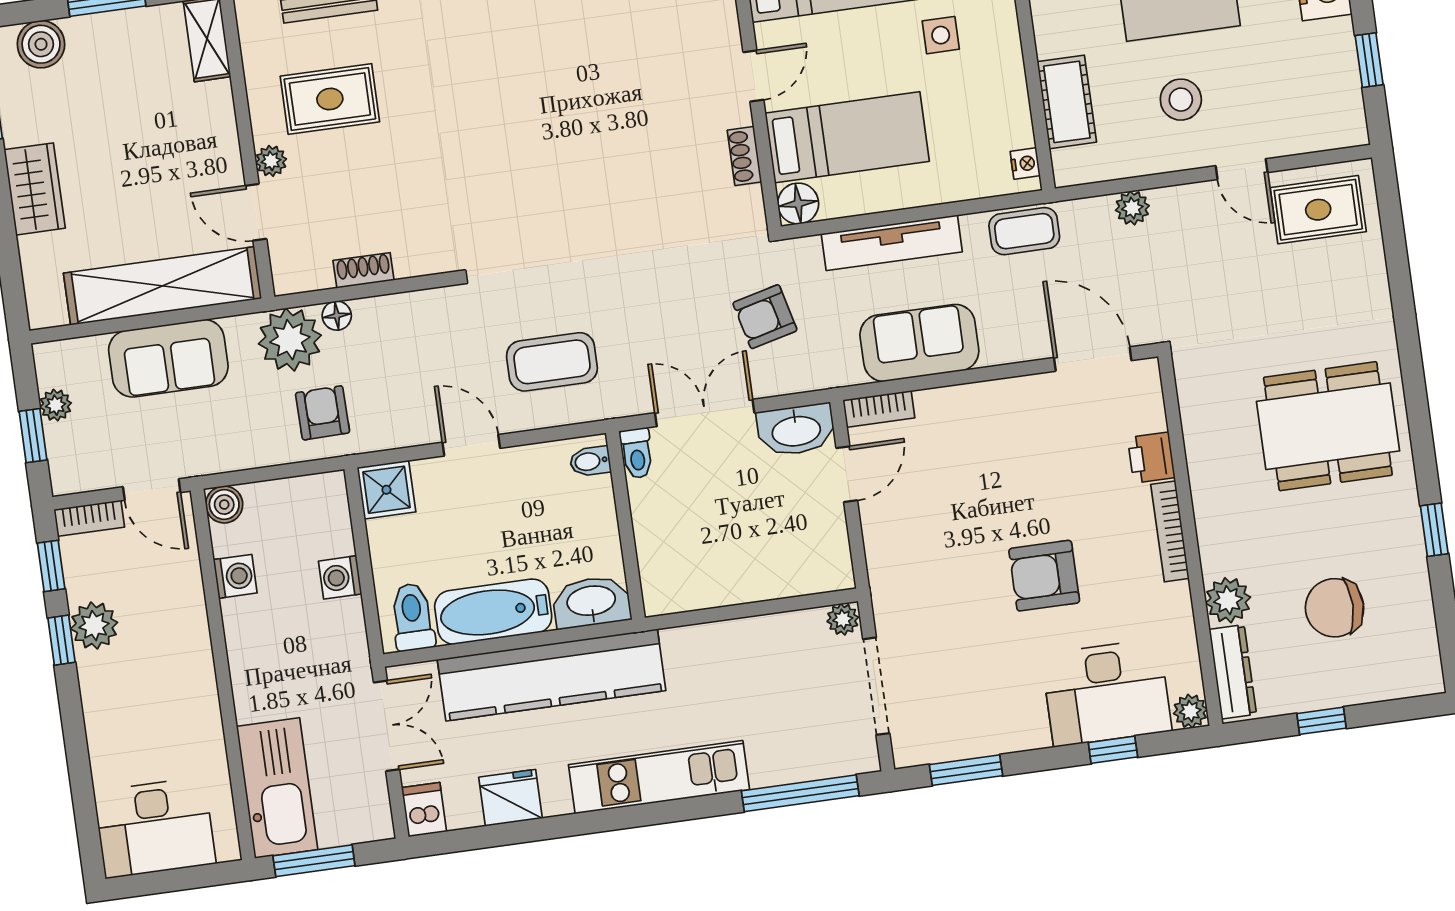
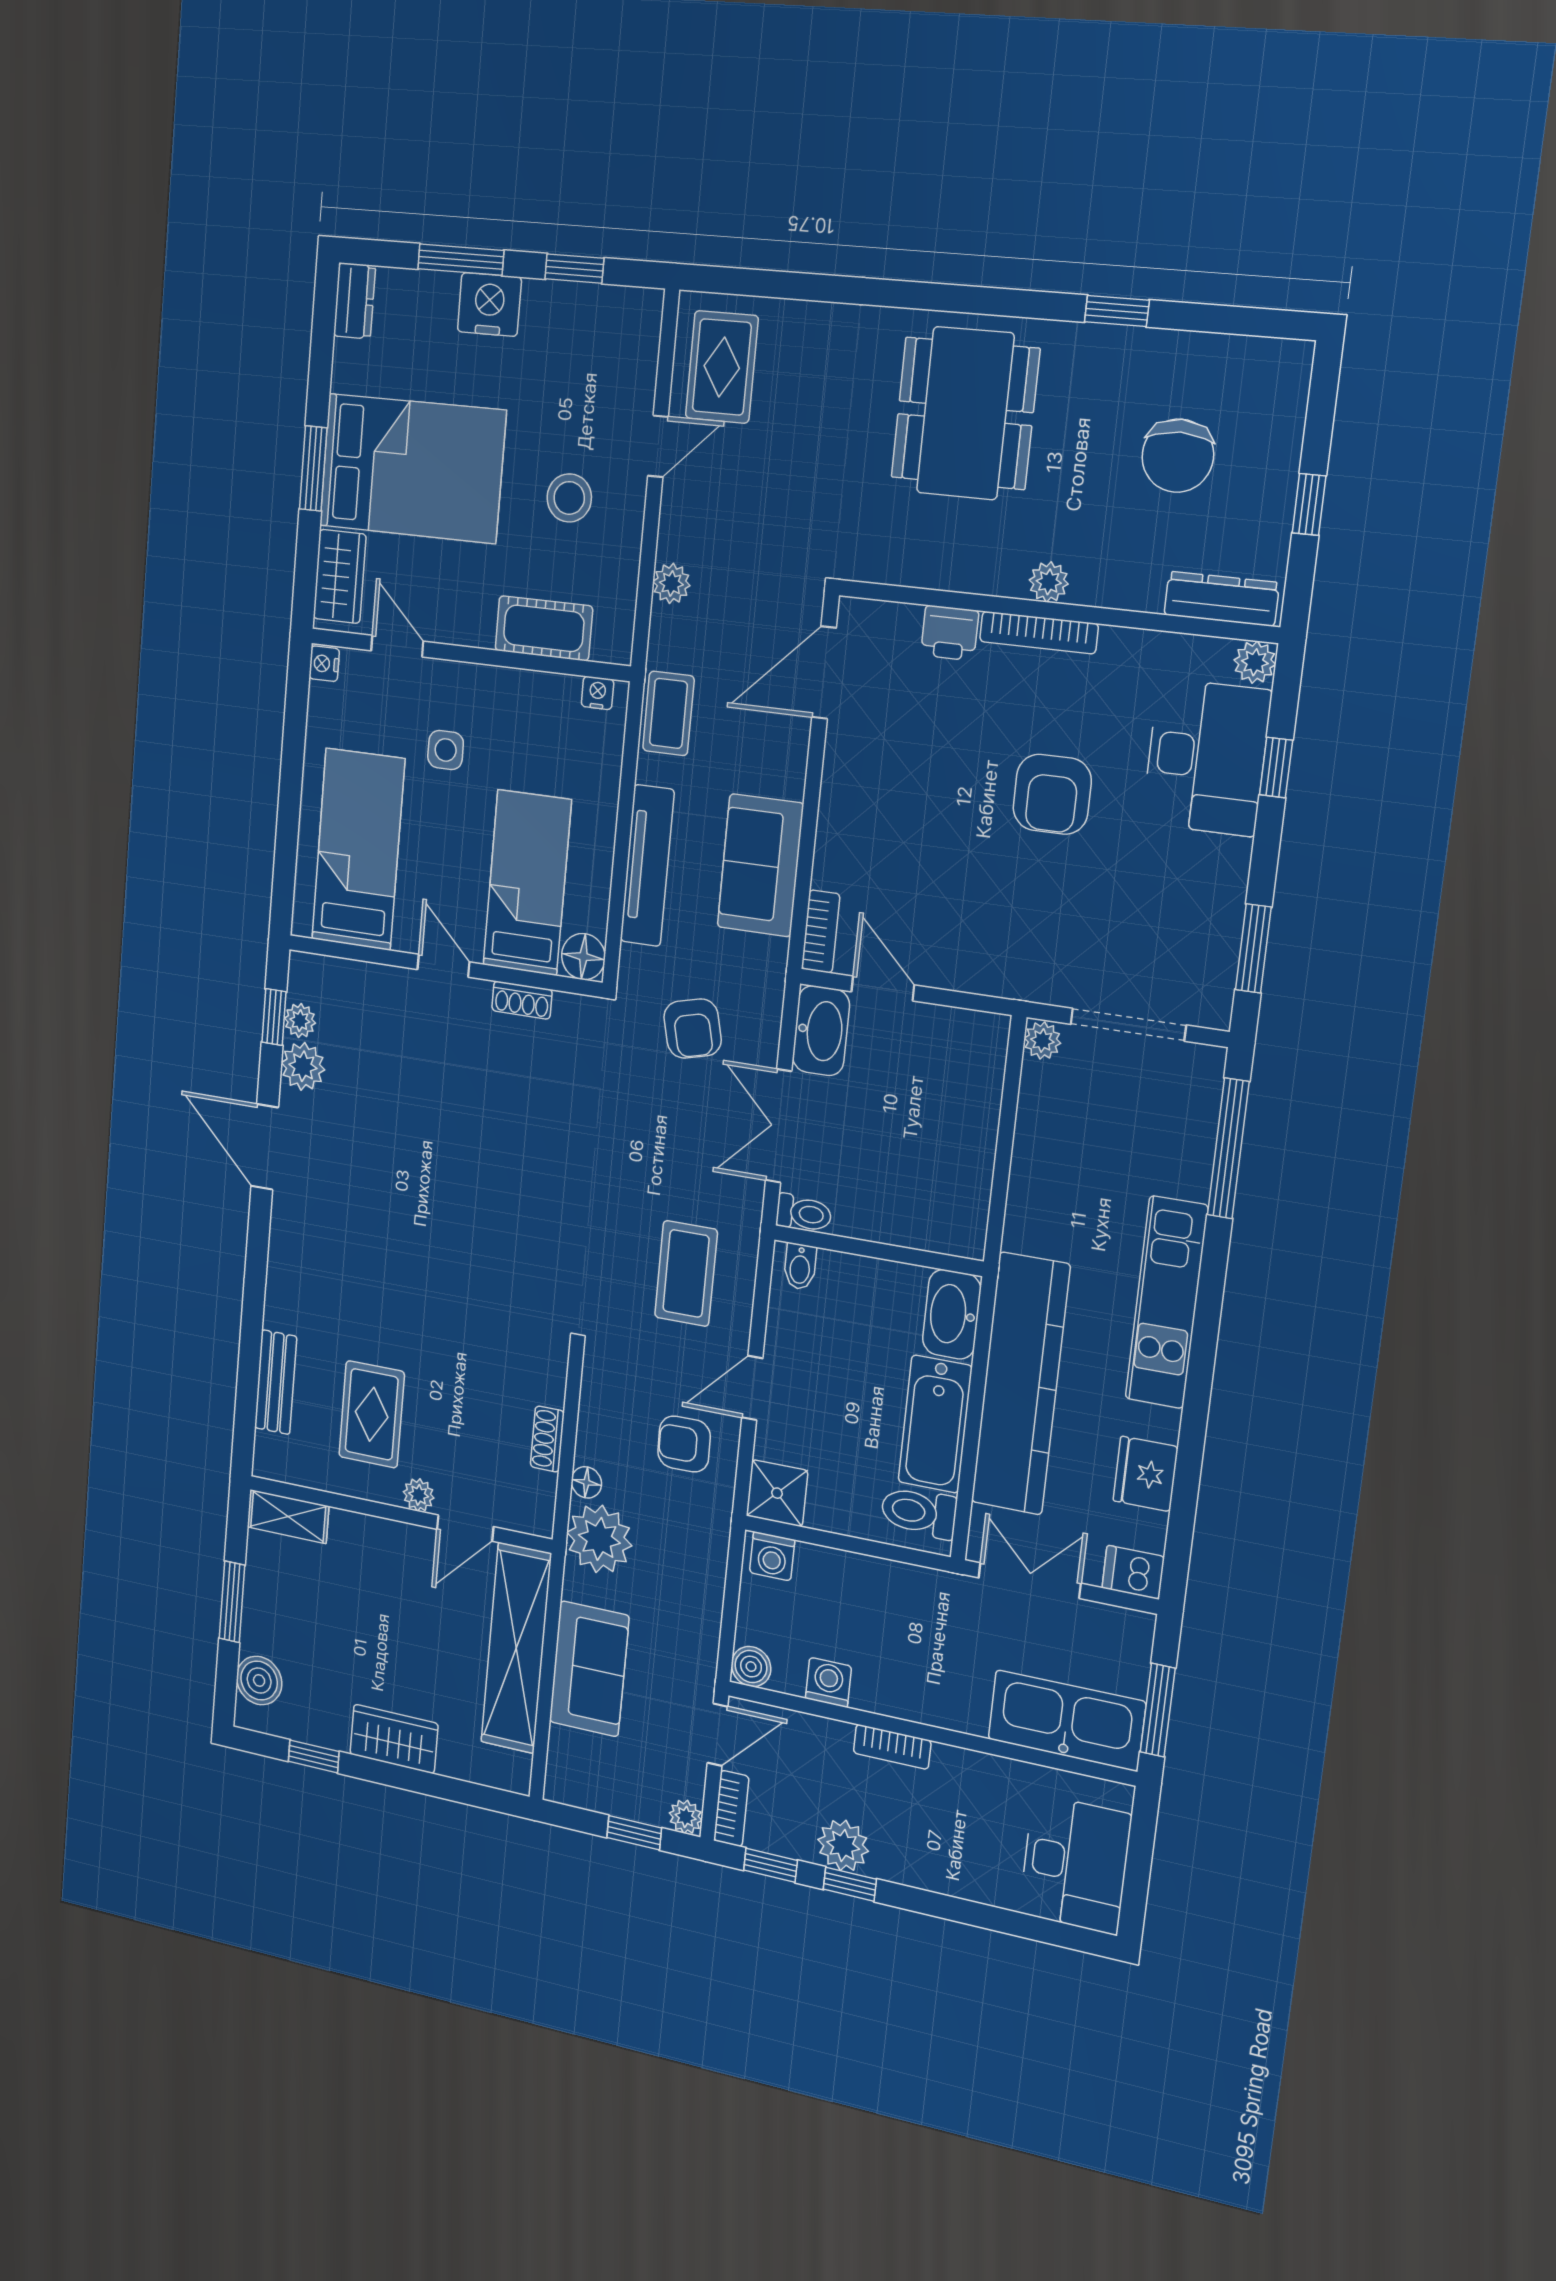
plant: (56, 405) -> (686, 1817), moved
armchair: (323, 413) -> (684, 1444), moved
washing machine: (340, 577) -> (772, 1556), moved
plant: (1228, 600) -> (1049, 582), moved, width x0.73, depth x0.73
bookcase: (199, 646) -> (892, 1747), added

